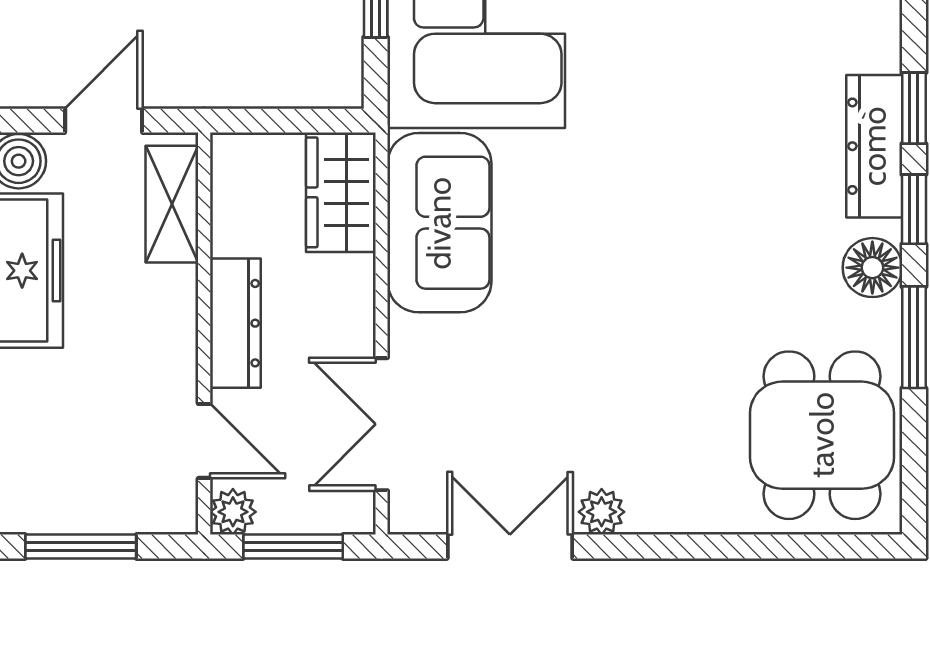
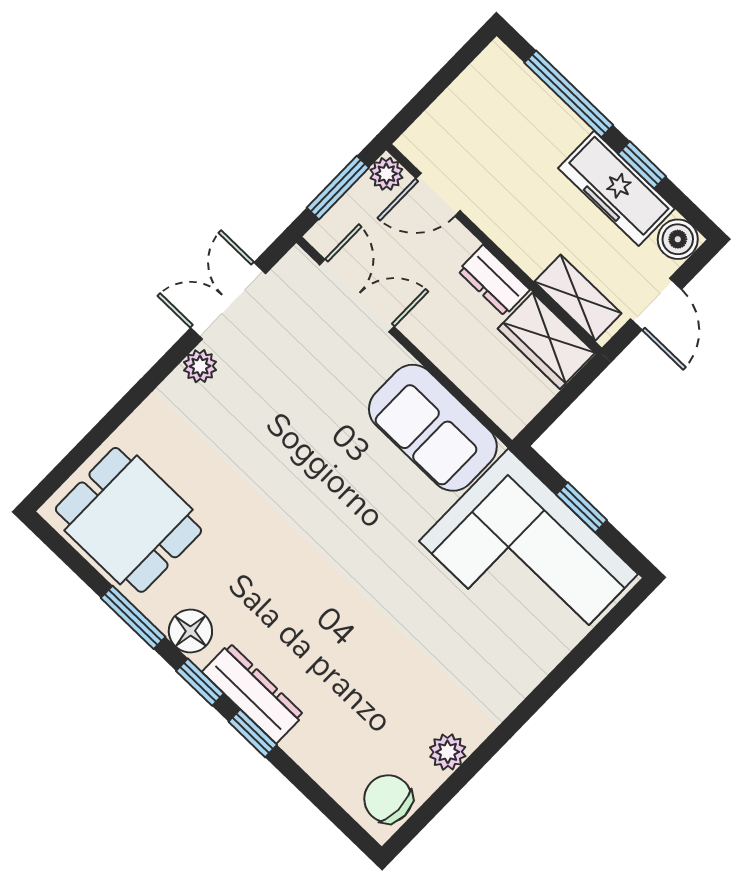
wardrobe: (341, 192) -> (546, 341), moved, turned 180
dresser: (235, 323) -> (494, 280), width x0.70
window: (81, 547) -> (445, 77), removed
double door: (510, 547) -> (228, 301), swing flipped

